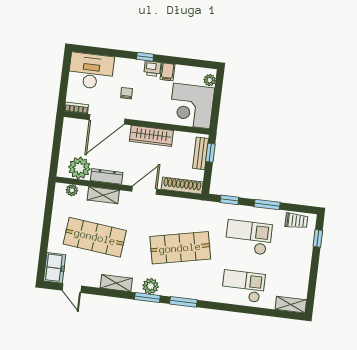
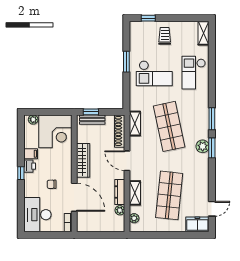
plant: (79, 168) -> (120, 210), width x0.53, depth x0.53
window: (229, 200) -> (126, 92), removed
trolley: (296, 221) -> (165, 36), moved
checkout: (248, 237) -> (154, 73), turned -90
shelving: (116, 283) -> (135, 124), moved

